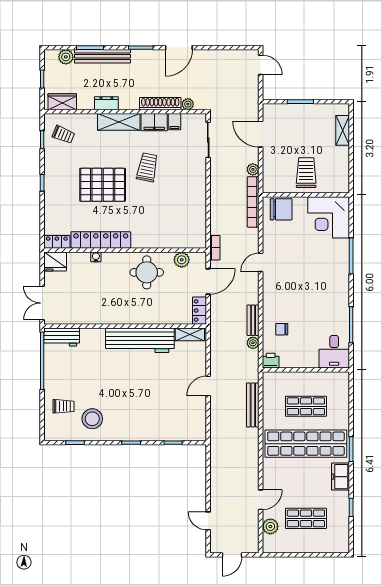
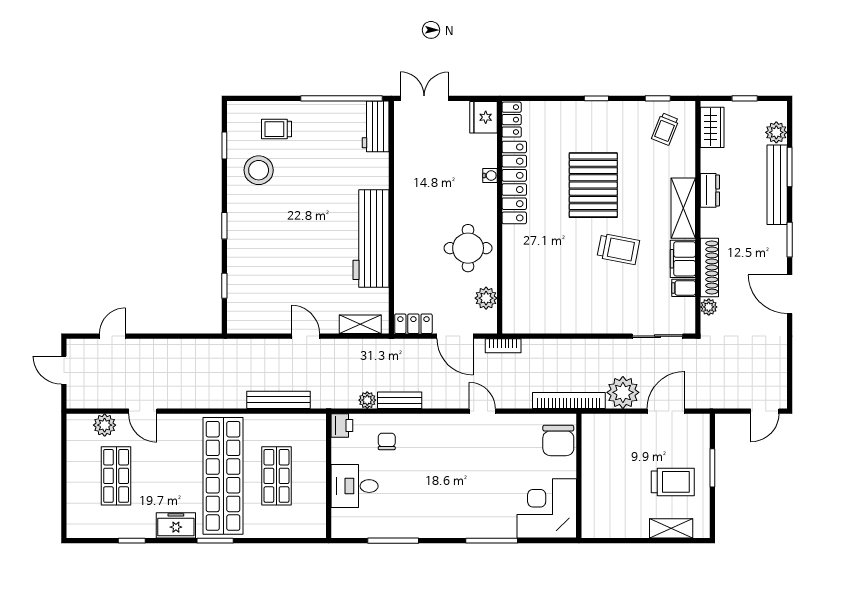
plant: (253, 169) -> (623, 392), width x1.87, depth x1.87
trolley: (306, 173) -> (673, 482), moved
shelving: (190, 334) -> (360, 324), moved, turned 90
desk: (334, 352) -> (355, 486), moved
trolley: (63, 406) -> (276, 129), turned 90

